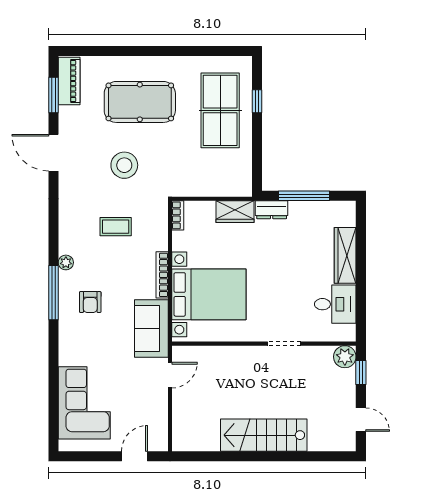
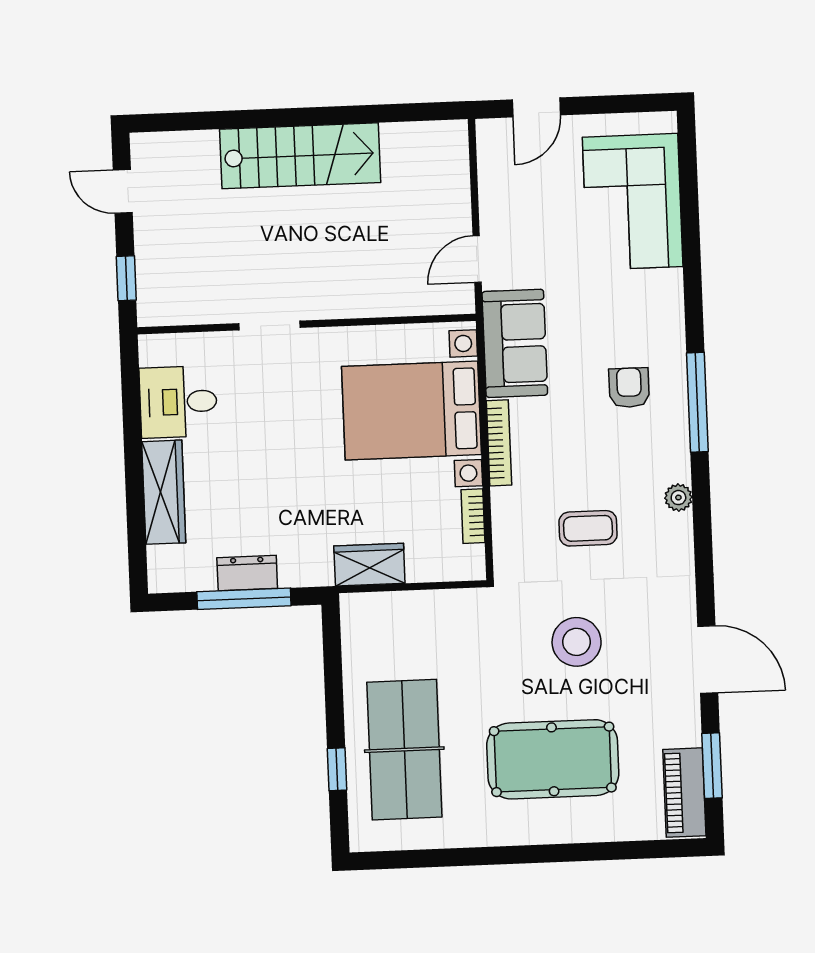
dresser: (272, 210) -> (247, 573), moved
bookcase: (178, 215) -> (473, 516), moved
plant: (66, 262) -> (678, 498), moved
plant: (345, 357) -> (157, 306), removed

